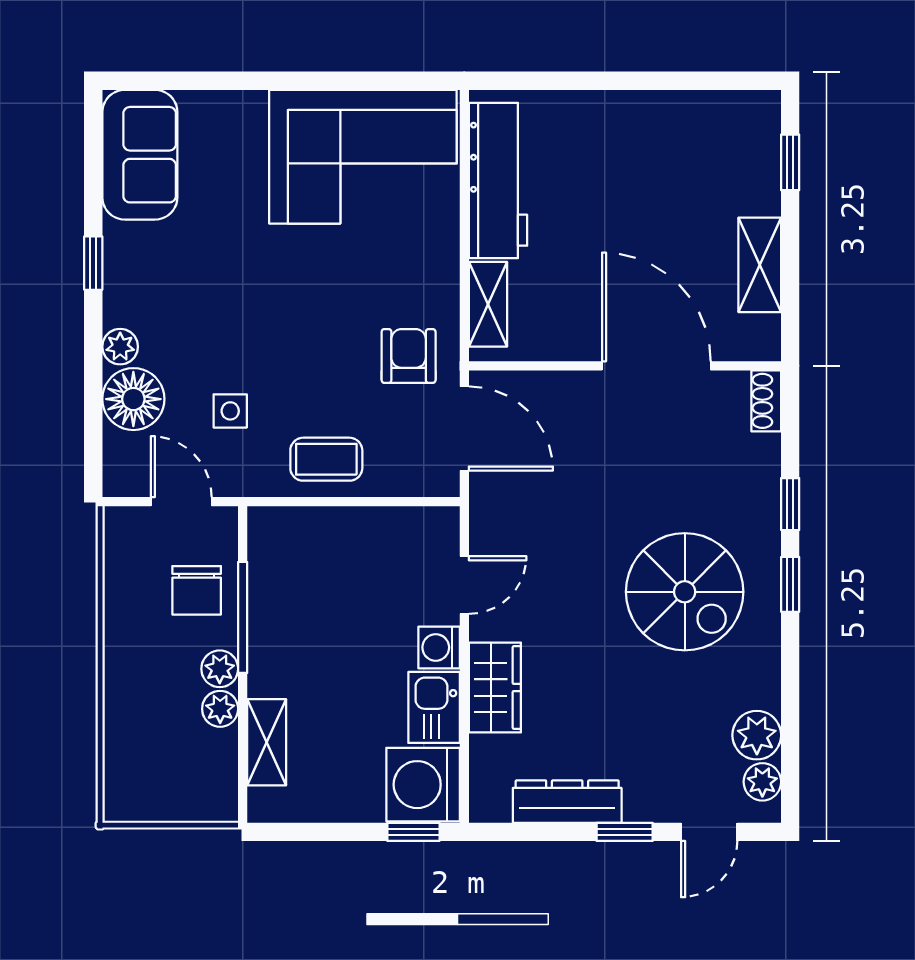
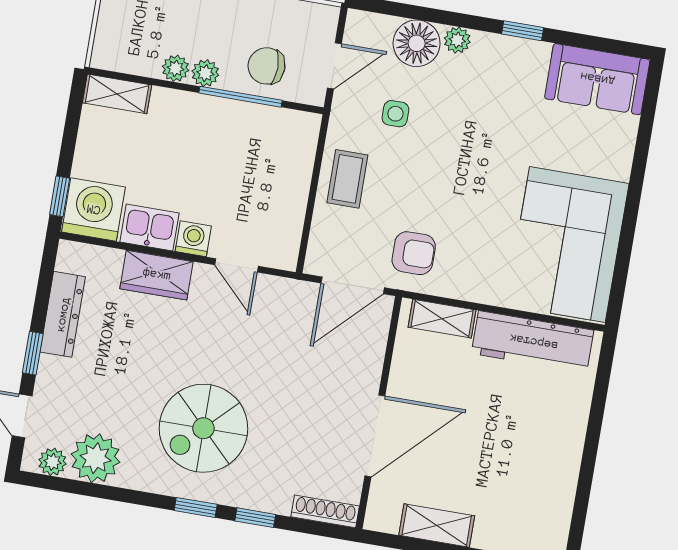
shoe rack: (766, 401) -> (325, 511), width x1.43
plant: (757, 735) -> (96, 458), width x1.36, depth x1.36
shelving: (267, 742) -> (117, 94), moved

